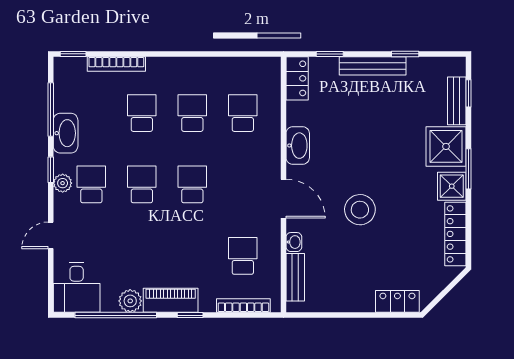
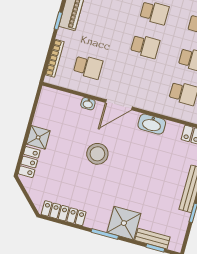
shower: (452, 186) -> (38, 137), moved
bench: (295, 277) -> (64, 98), removed

